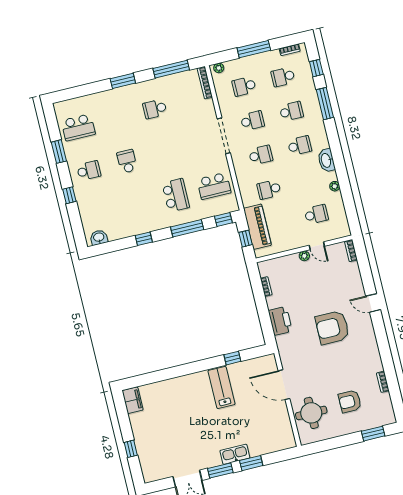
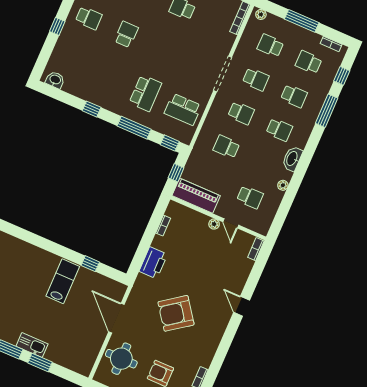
piano: (257, 227) -> (196, 196), moved, turned -90
armchair: (332, 327) -> (176, 313), moved, turned -36

